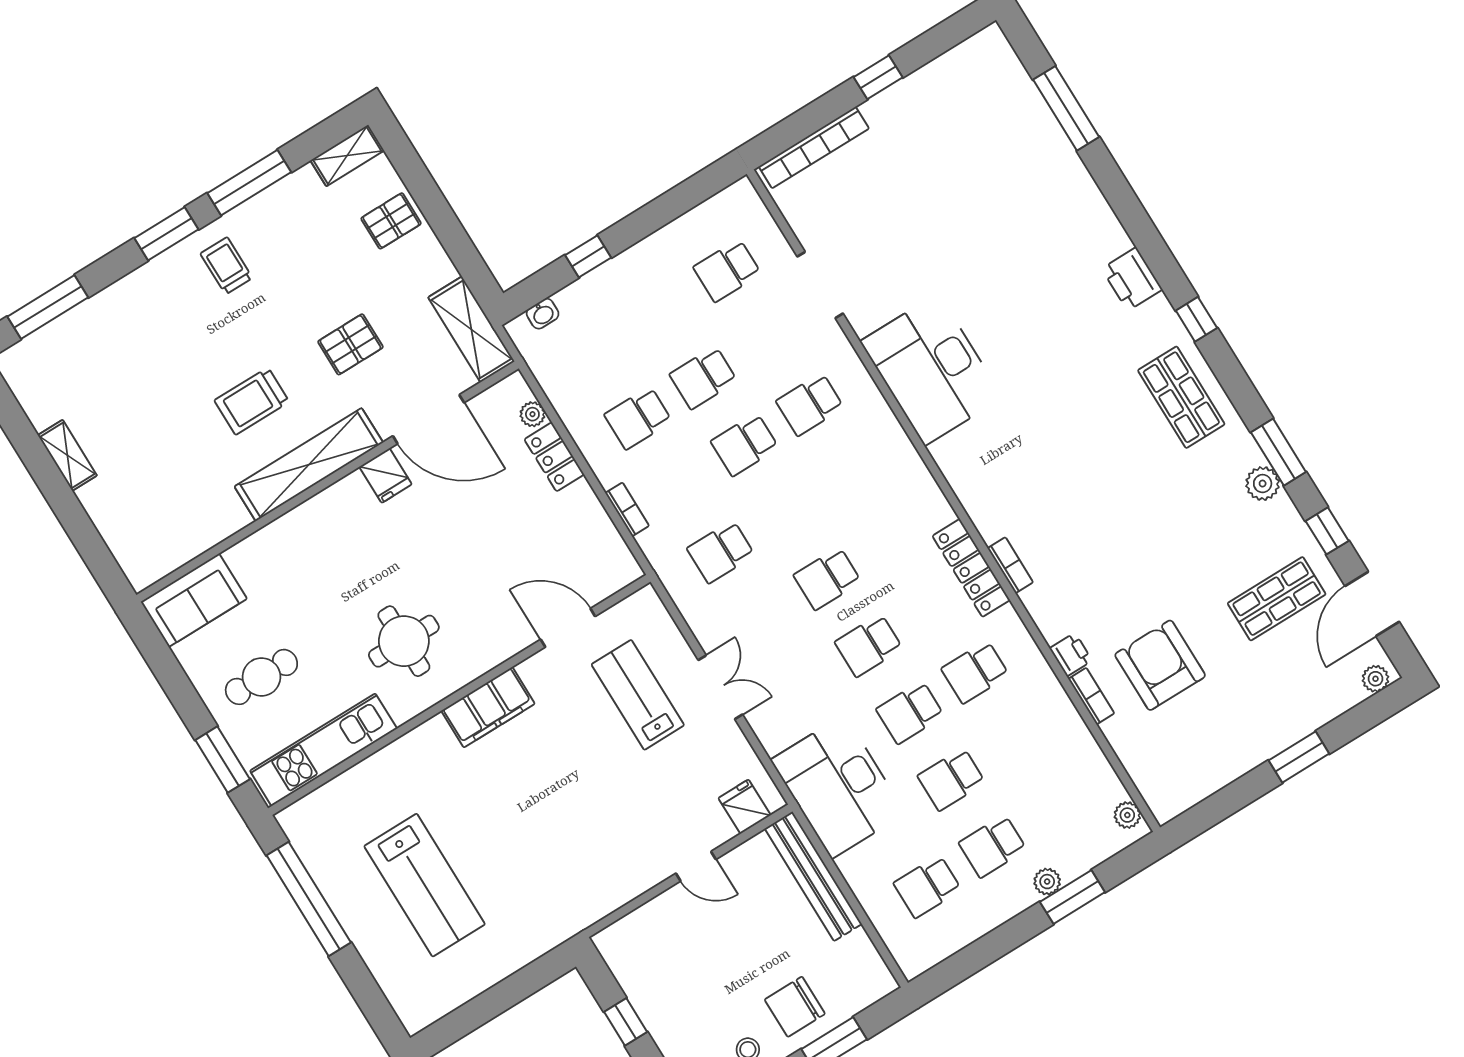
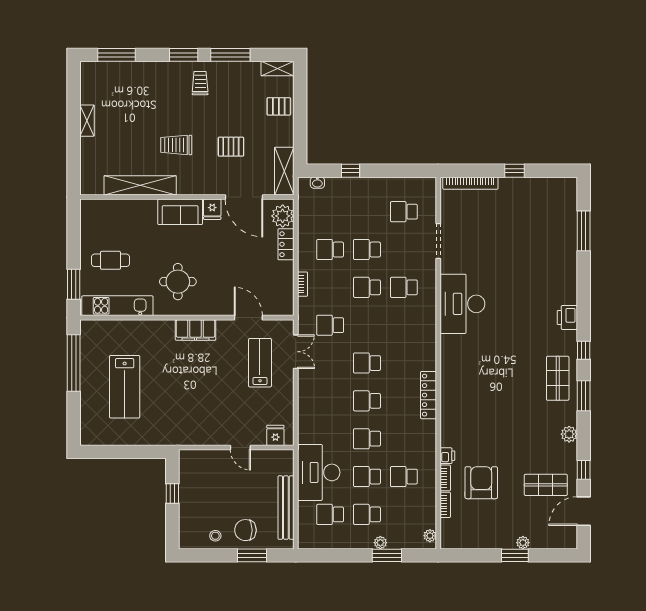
plant: (532, 414) -> (283, 216), width x1.87, depth x1.87
window: (1278, 452) -> (584, 396), moved
shelving: (309, 465) -> (140, 185), moved
bookcase: (1010, 565) -> (445, 505), moved
sofa: (194, 600) -> (180, 212), moved
school desk: (975, 672) -> (404, 477), moved
plant: (1376, 679) -> (523, 543), moved
double door: (720, 687) -> (296, 352), moved
desk: (838, 787) -> (319, 472), moved
bench: (813, 876) -> (286, 508), moved

